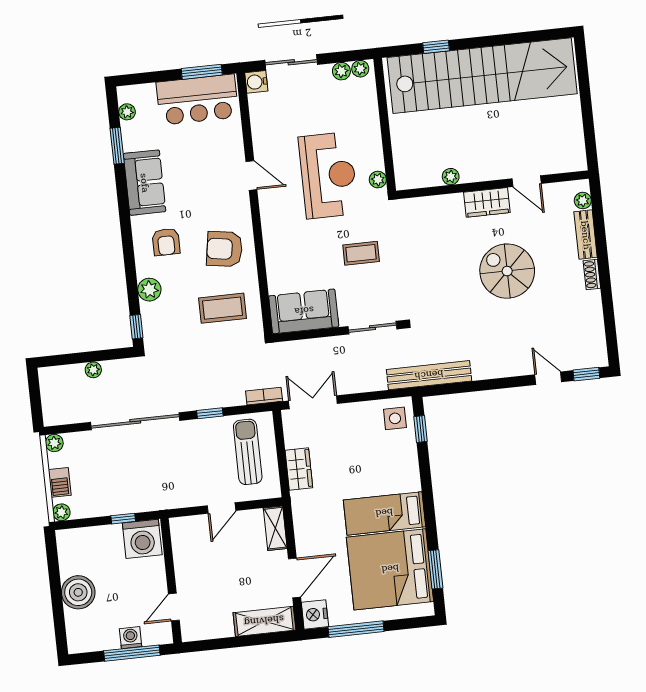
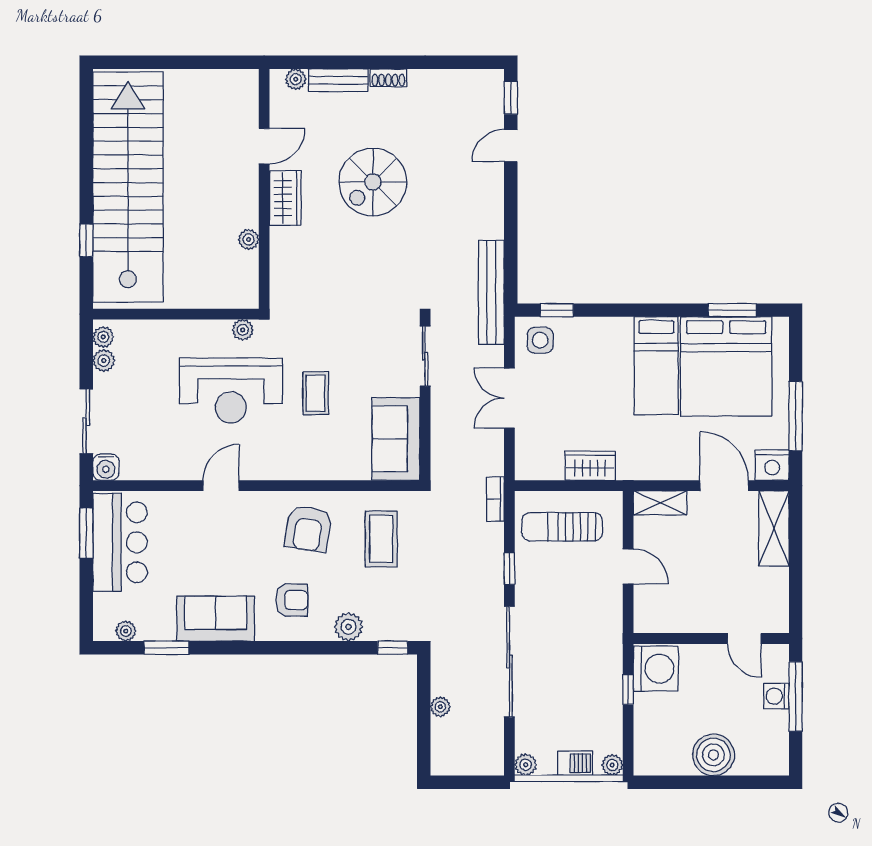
reception desk: (328, 175) -> (231, 391), turned 180
coffee table: (361, 253) -> (315, 393), moved
double door: (313, 402) -> (509, 398), moved

